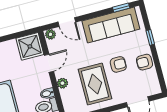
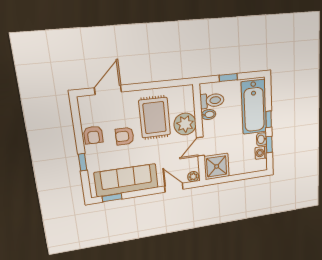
armchair: (144, 62) -> (93, 135), turned 90
plant: (62, 83) -> (185, 124), width x1.88, depth x1.88

